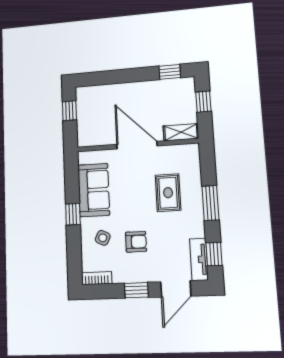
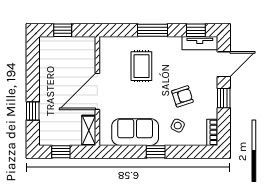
window: (170, 72) -> (33, 111), moved
shelving: (181, 132) -> (89, 130), moved
rug: (168, 193) -> (141, 66), turned 90
armchair: (136, 242) -> (182, 96), turned 72
door: (176, 289) -> (224, 64), hinge flipped

